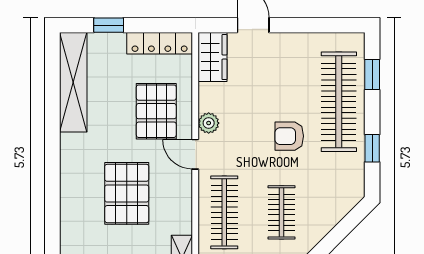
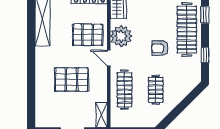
pallet: (156, 111) -> (88, 35), turned 90
plant: (209, 123) -> (121, 36), width x1.87, depth x1.87
pallet: (127, 193) -> (71, 79), turned 90

